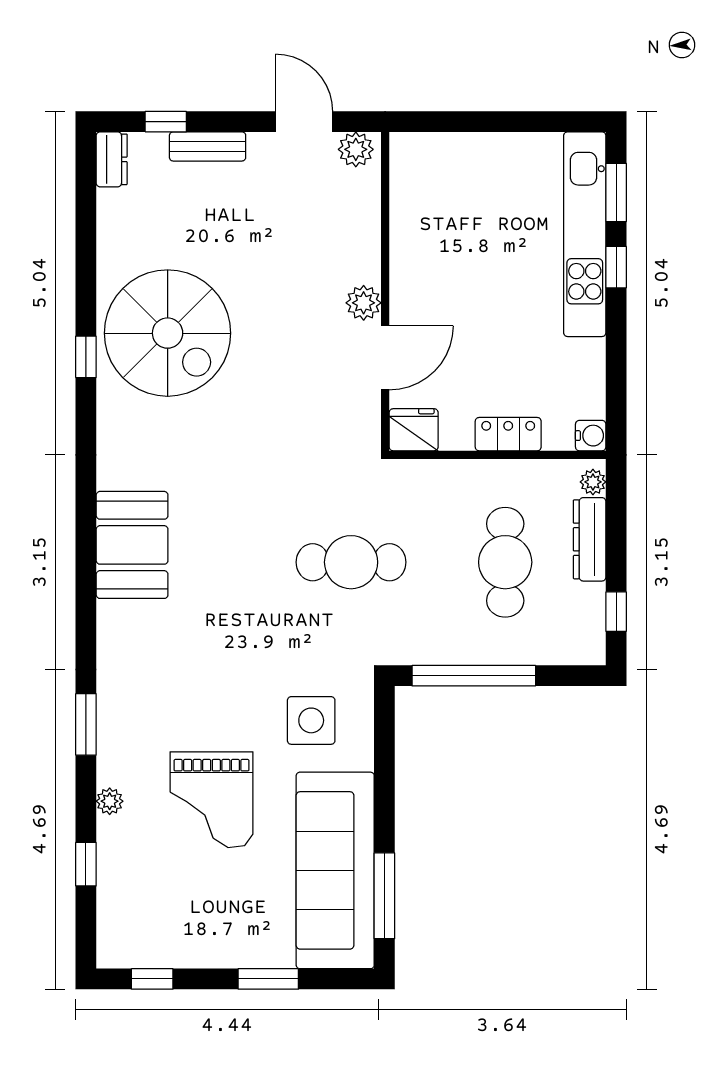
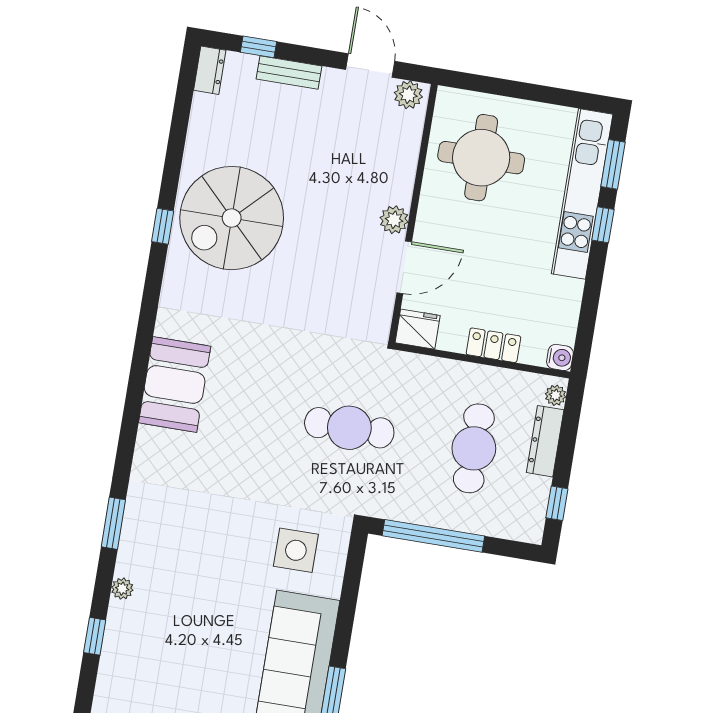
round table: (456, 211) -> (481, 158), added
spiral stairs: (168, 333) -> (232, 218), turned 90
grand piano: (211, 800) -> (205, 601), removed

